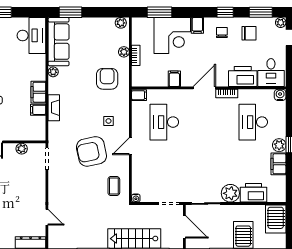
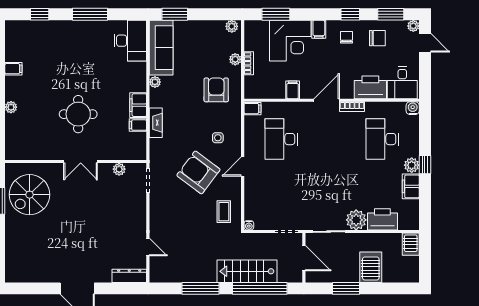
armchair: (91, 151) -> (198, 172), turned 49
server rack: (276, 219) -> (411, 244), width x0.73, depth x0.70

